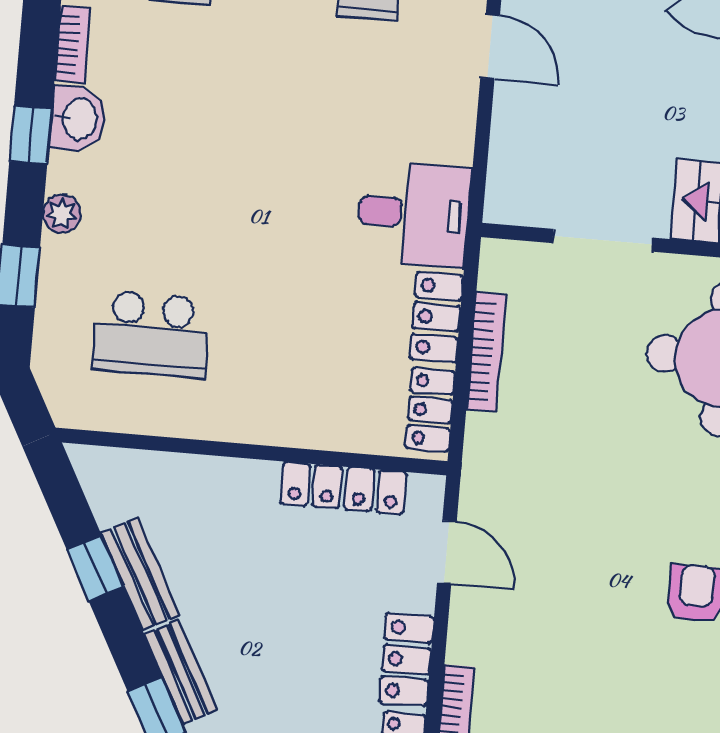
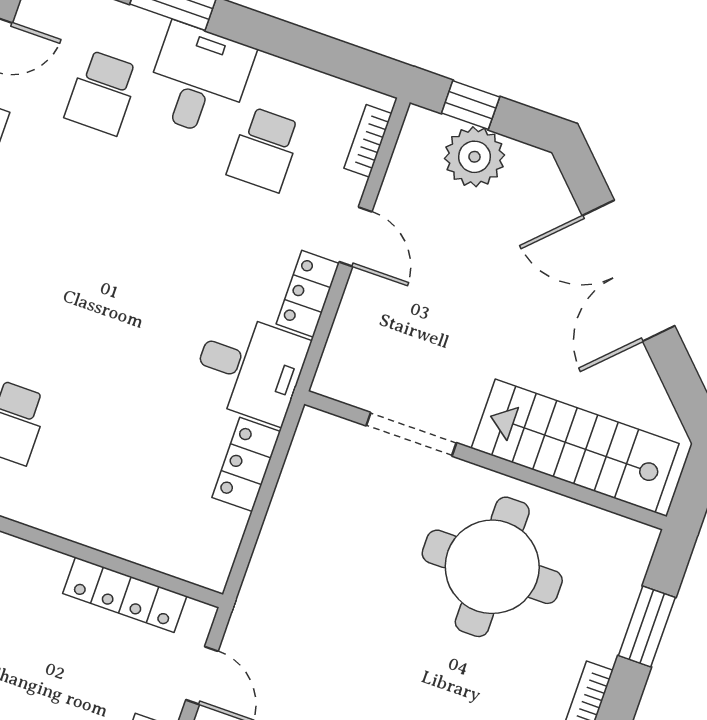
bookcase: (486, 352) -> (282, 507), removed
locker: (430, 410) -> (308, 294), moved

